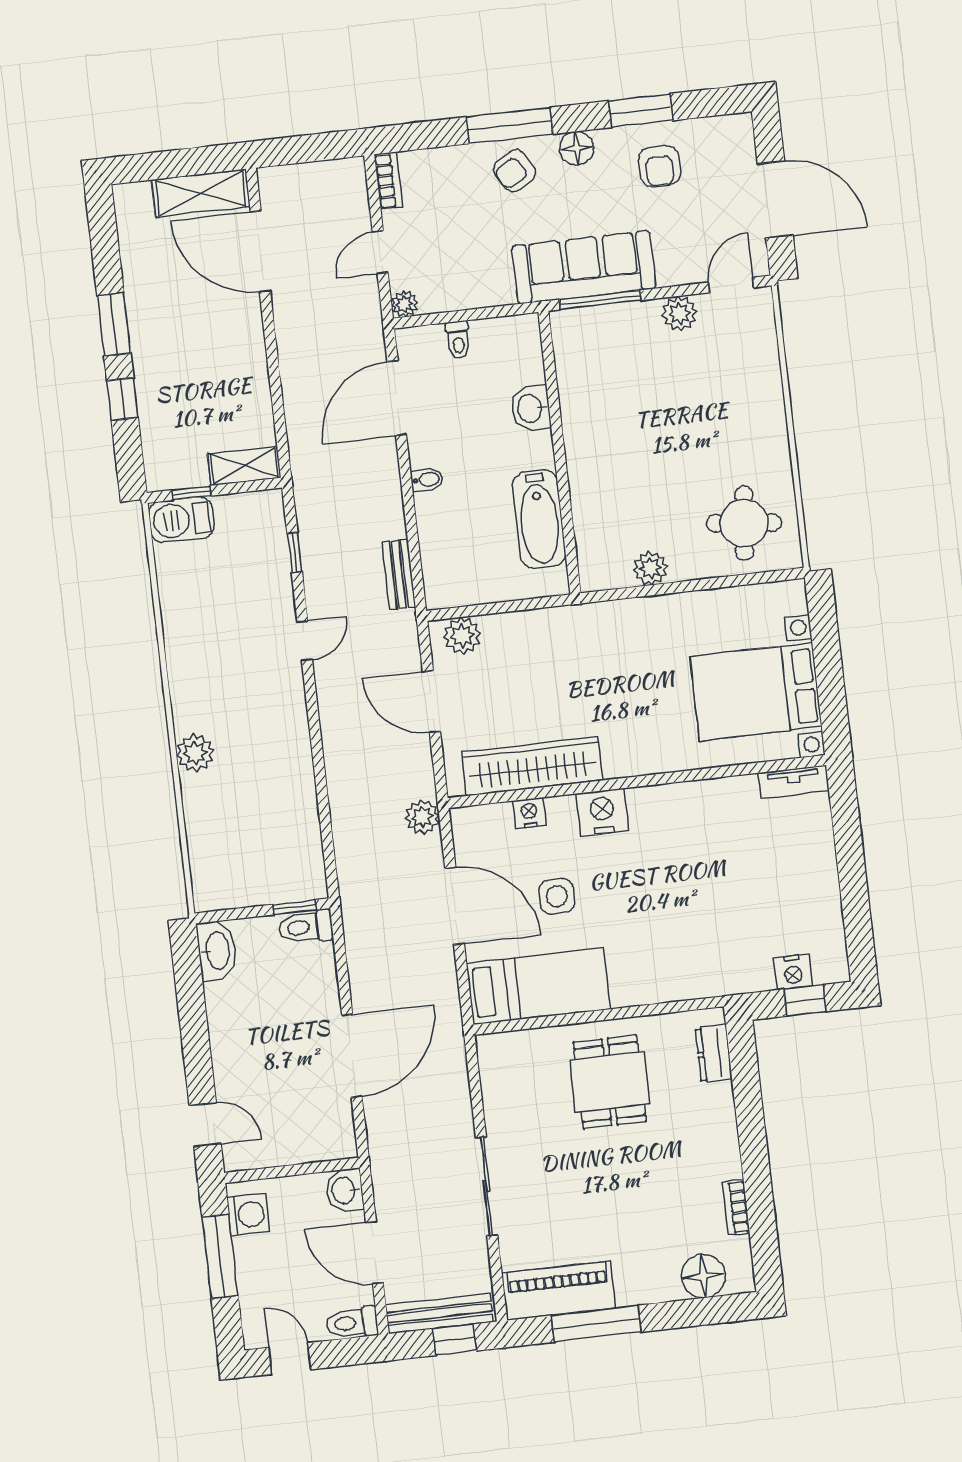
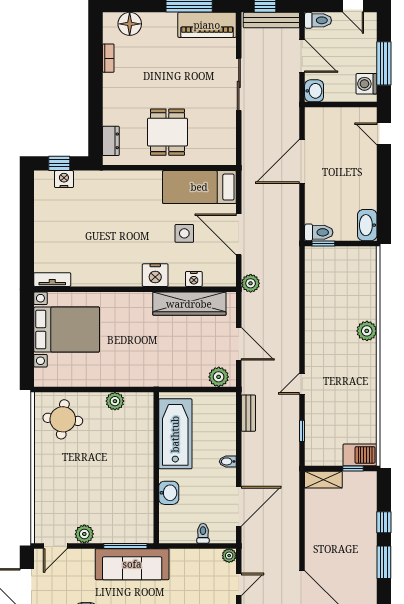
bathtub: (539, 519) -> (175, 434), width x1.36, depth x1.36

